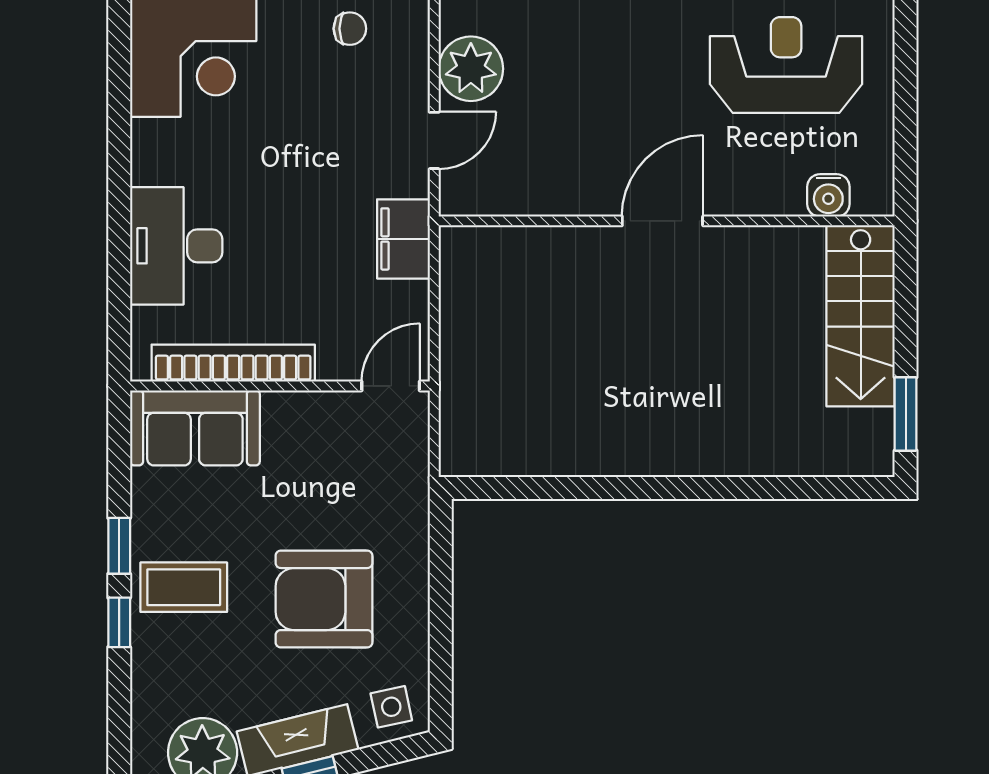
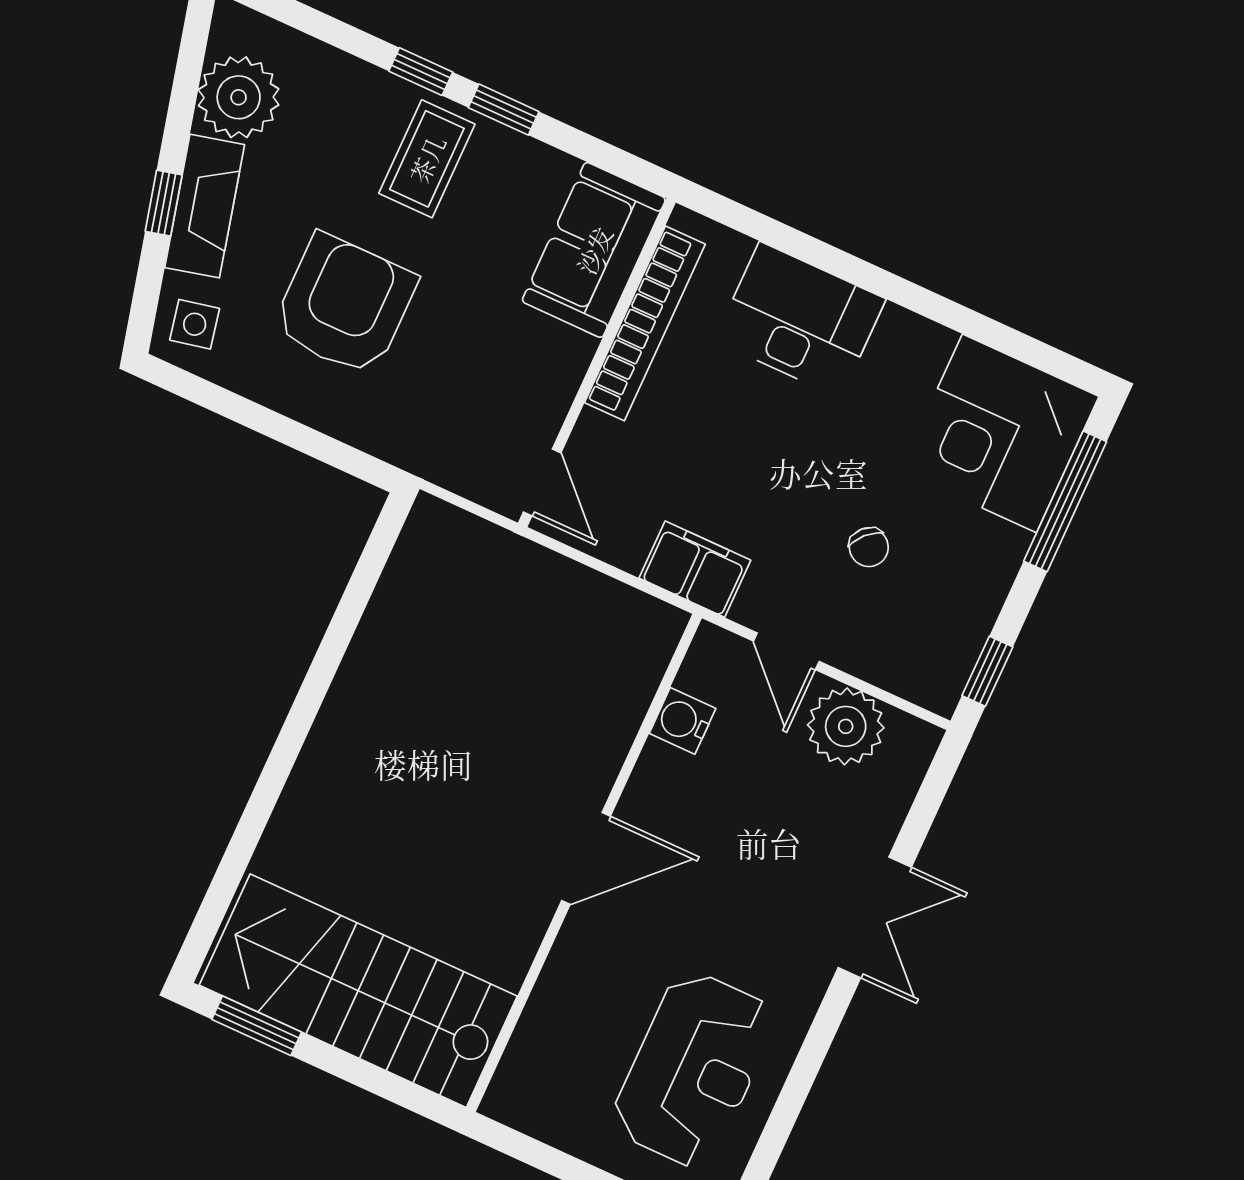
chair: (350, 29) -> (869, 547), moved, turned -46
water cooler: (828, 195) -> (682, 721), moved
door: (662, 221) -> (586, 858), hinge flipped
stairs: (861, 316) -> (358, 991), width x1.36, depth x1.51

